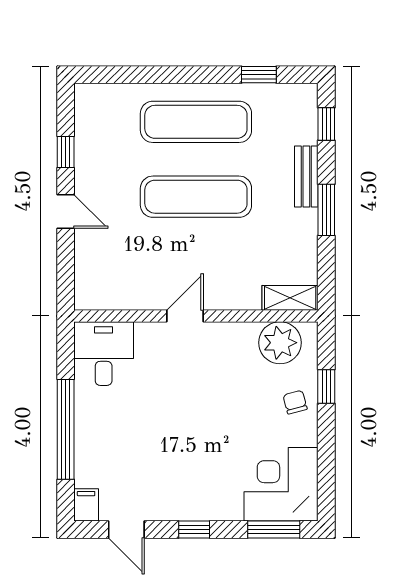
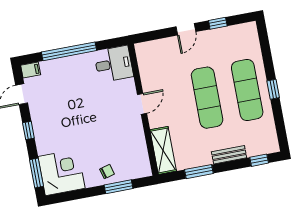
window: (259, 75) -> (273, 89), moved
window: (326, 210) -> (199, 172), moved
shelving: (290, 298) -> (163, 150), width x1.50, depth x1.33
door: (185, 316) -> (142, 104), hinge flipped
plant: (280, 343) -> (137, 157), removed
window: (326, 386) -> (118, 187), width x1.50

